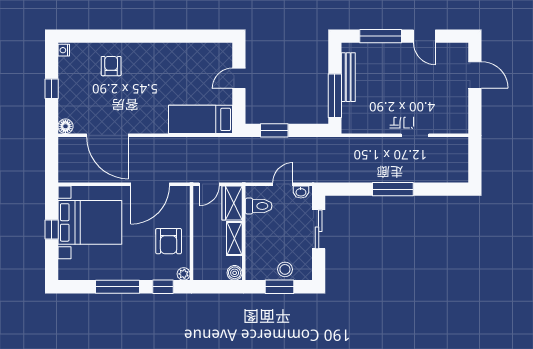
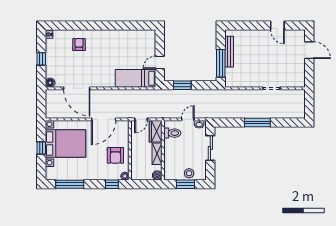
window: (381, 36) -> (250, 26), removed
door: (239, 78) -> (160, 63), moved
window: (118, 287) -> (70, 184), moved

